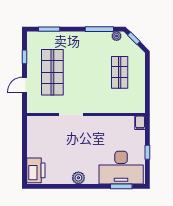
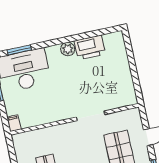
printer: (36, 170) -> (90, 47), moved, turned -90

